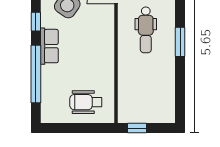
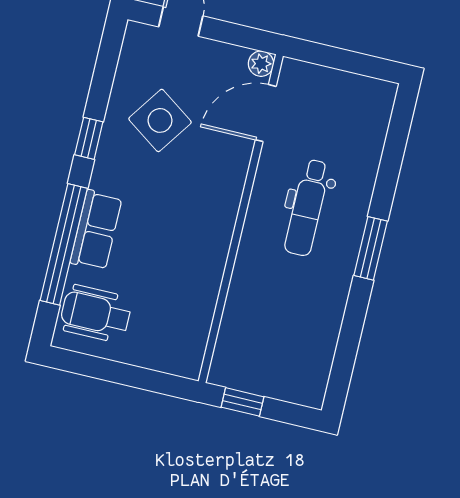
row of seats: (49, 46) -> (96, 230), moved
wheelchair: (86, 102) -> (96, 314), moved

